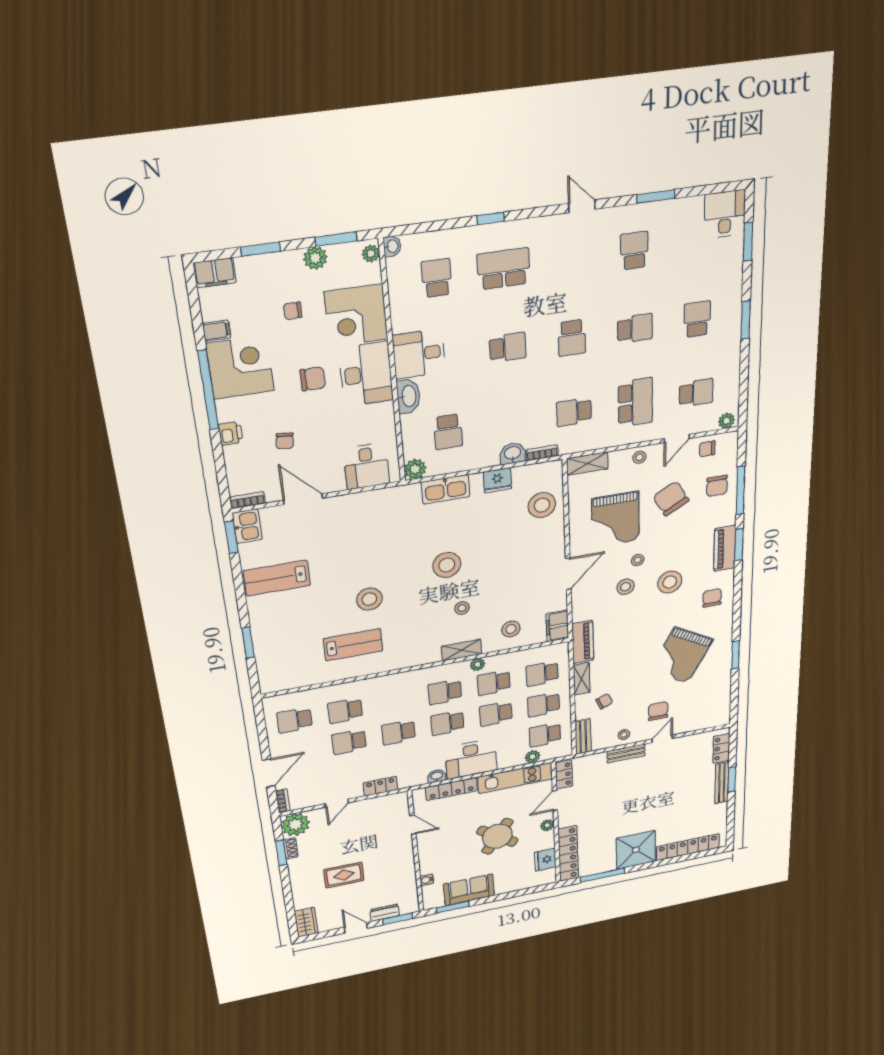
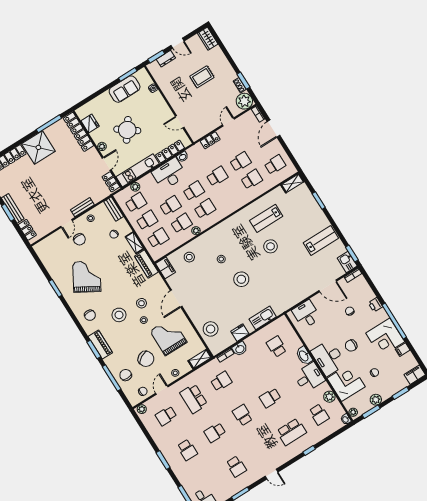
plant: (415, 469) -> (329, 397), moved
shelving: (462, 650) -> (292, 183), moved

